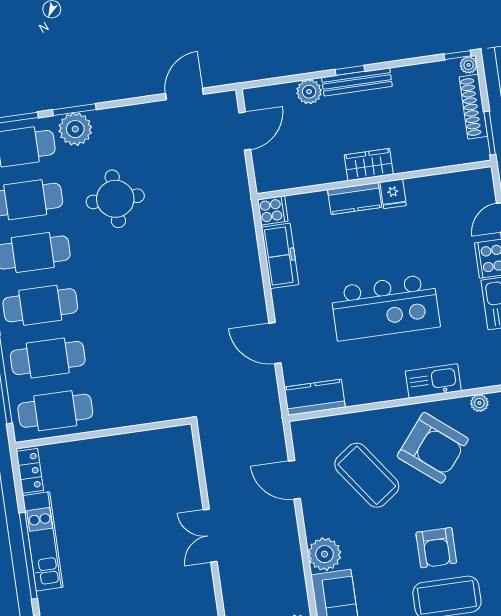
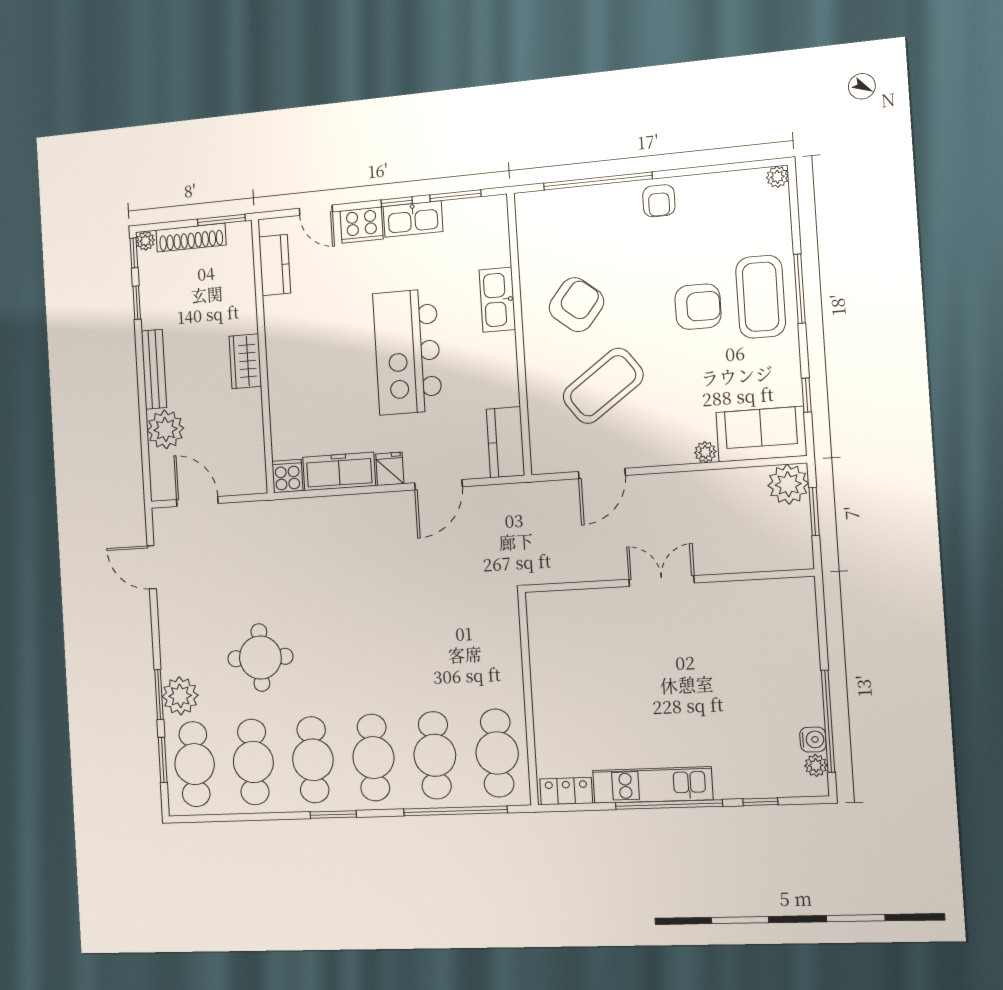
window: (350, 70) -> (137, 303), moved
plant: (309, 92) -> (165, 429), width x1.36, depth x1.36
fridge: (393, 194) -> (390, 469), moved, turned -90
kitchen counter: (355, 198) -> (275, 265), moved
kitchen island: (385, 307) -> (407, 352), turned 180
plant: (479, 403) -> (528, 246), removed
armchair: (433, 448) -> (576, 305), width x0.73, depth x0.73
double door: (210, 536) -> (662, 581), swing flipped
plant: (325, 554) -> (705, 452), width x0.53, depth x0.53

